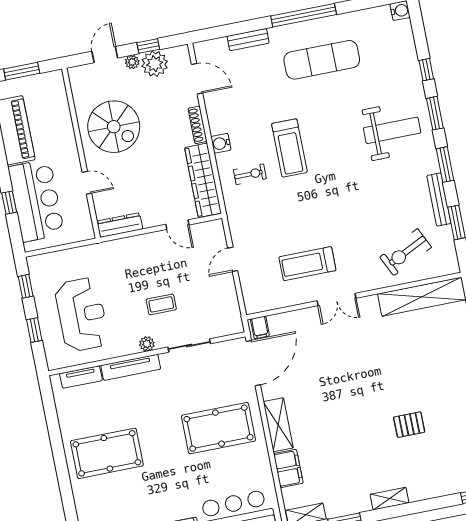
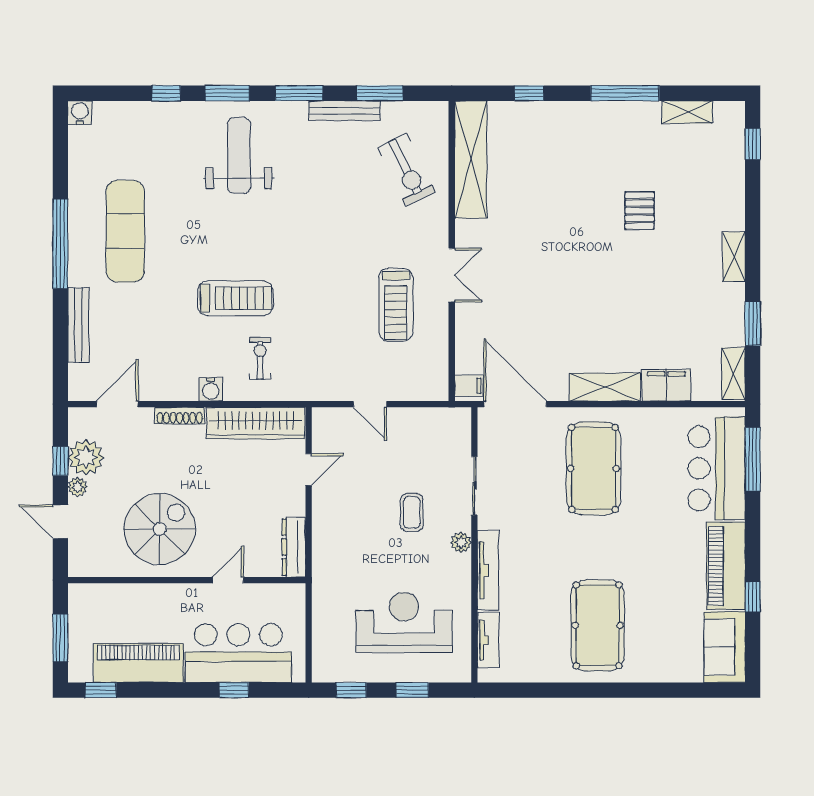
bench: (248, 40) -> (78, 325), width x1.36

